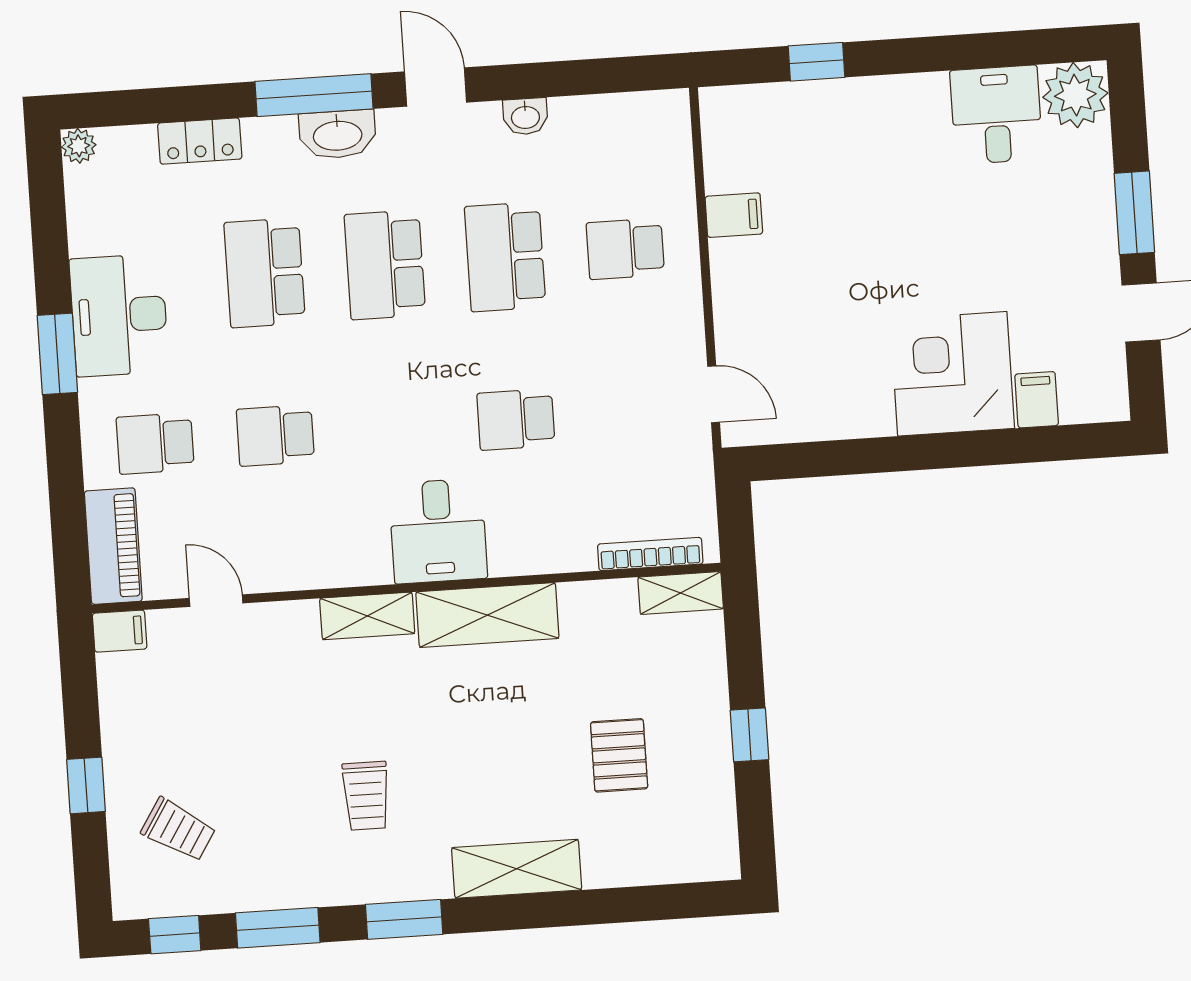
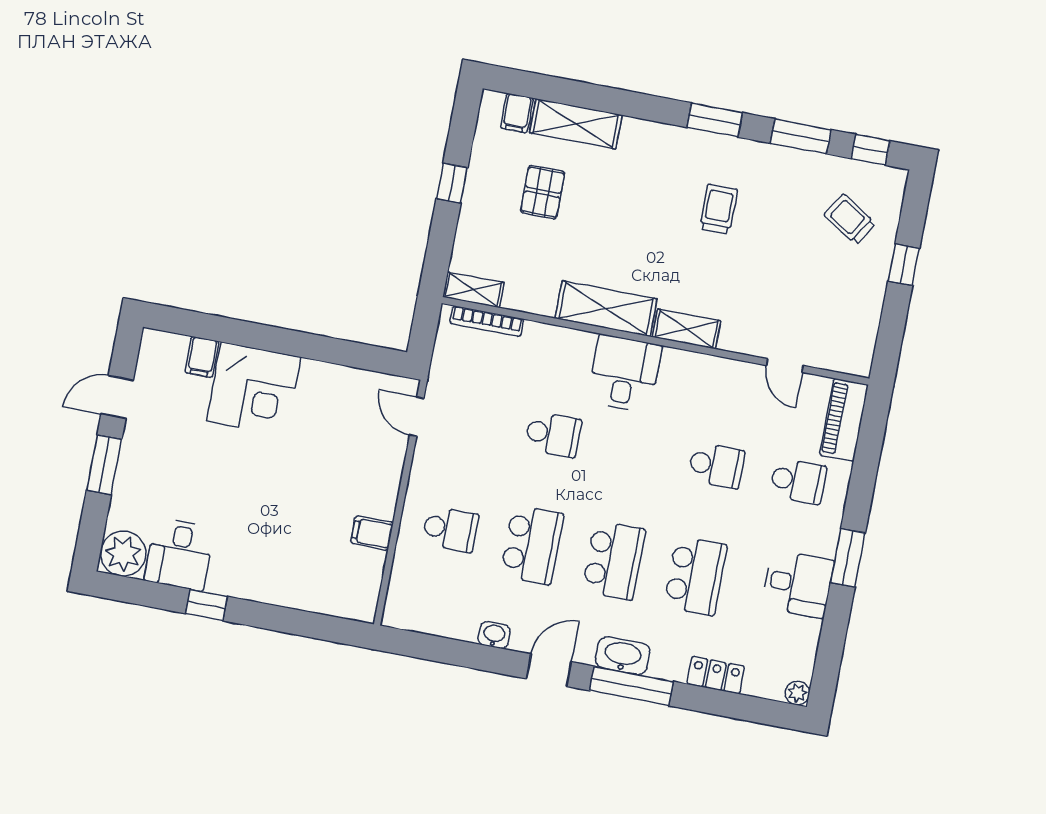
window: (816, 62) -> (206, 605), moved
door: (436, 87) -> (549, 670), swing flipped
desk: (119, 315) -> (798, 584), width x0.73
filing cabinet: (120, 631) -> (517, 113), moved, turned -90
shelving: (517, 869) -> (576, 124), moved

